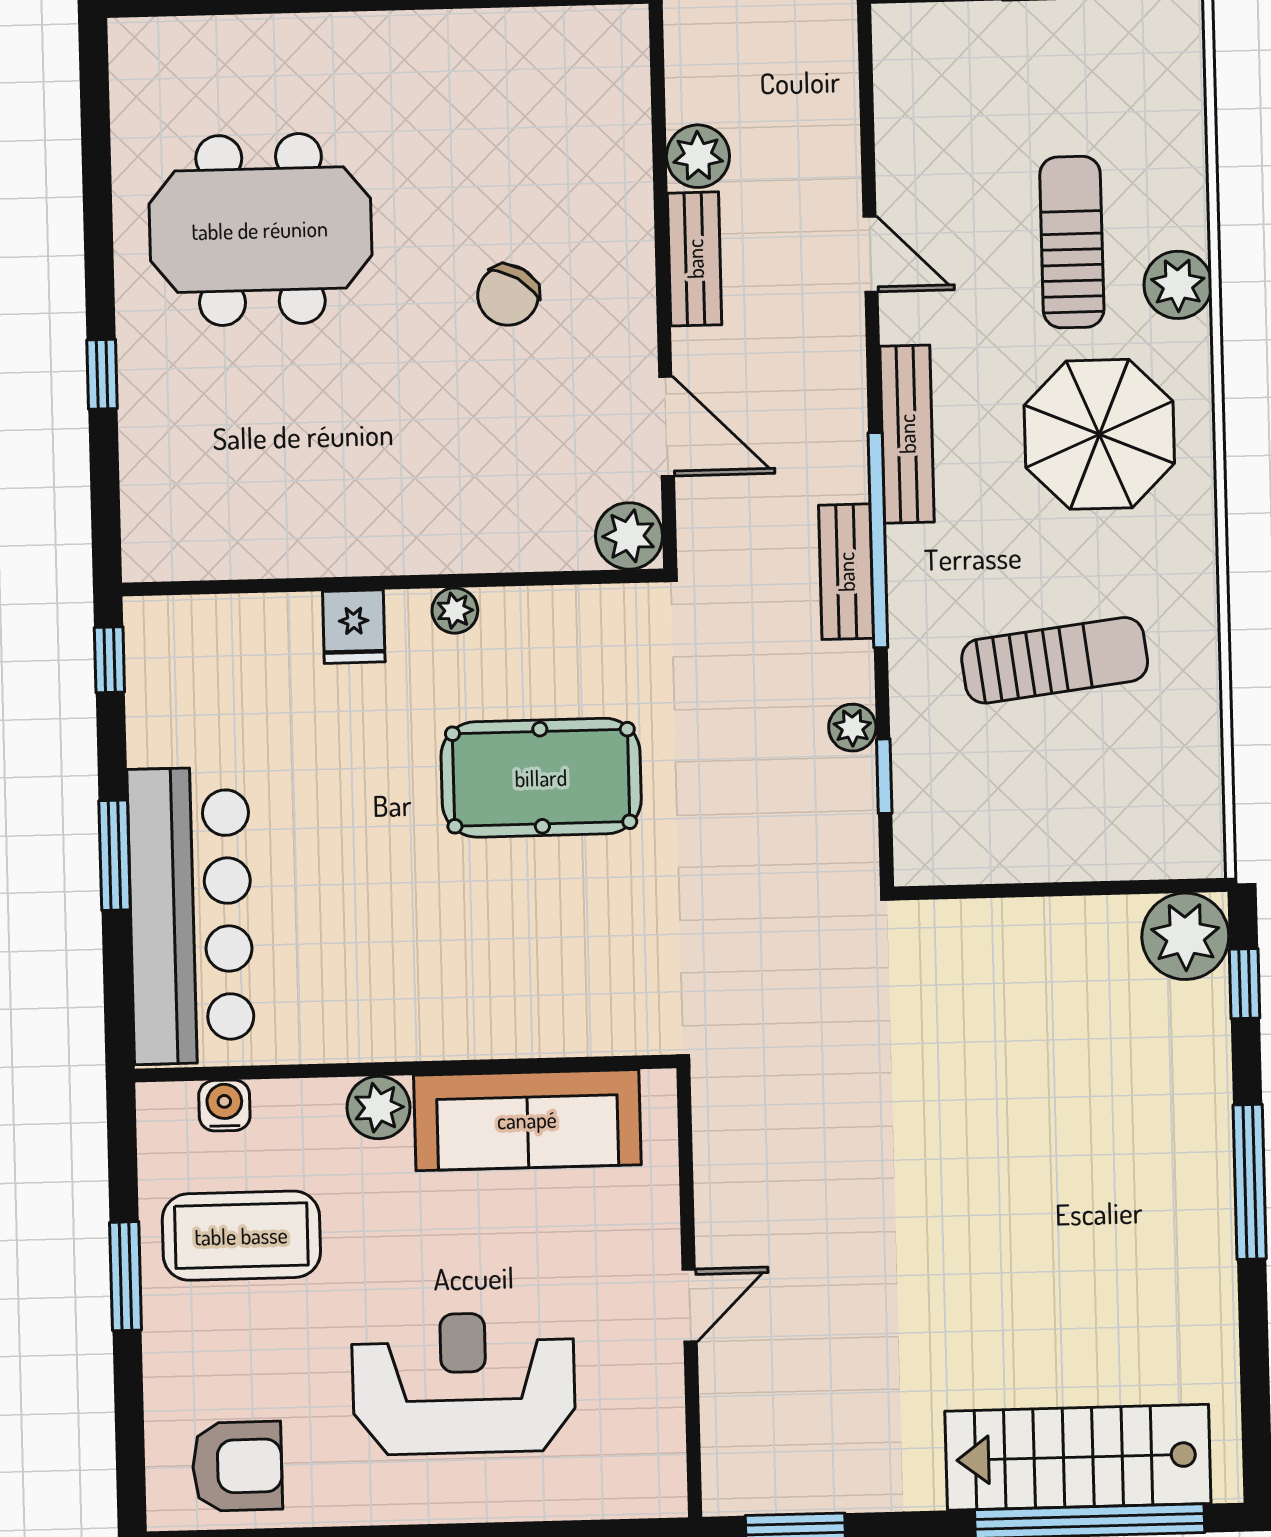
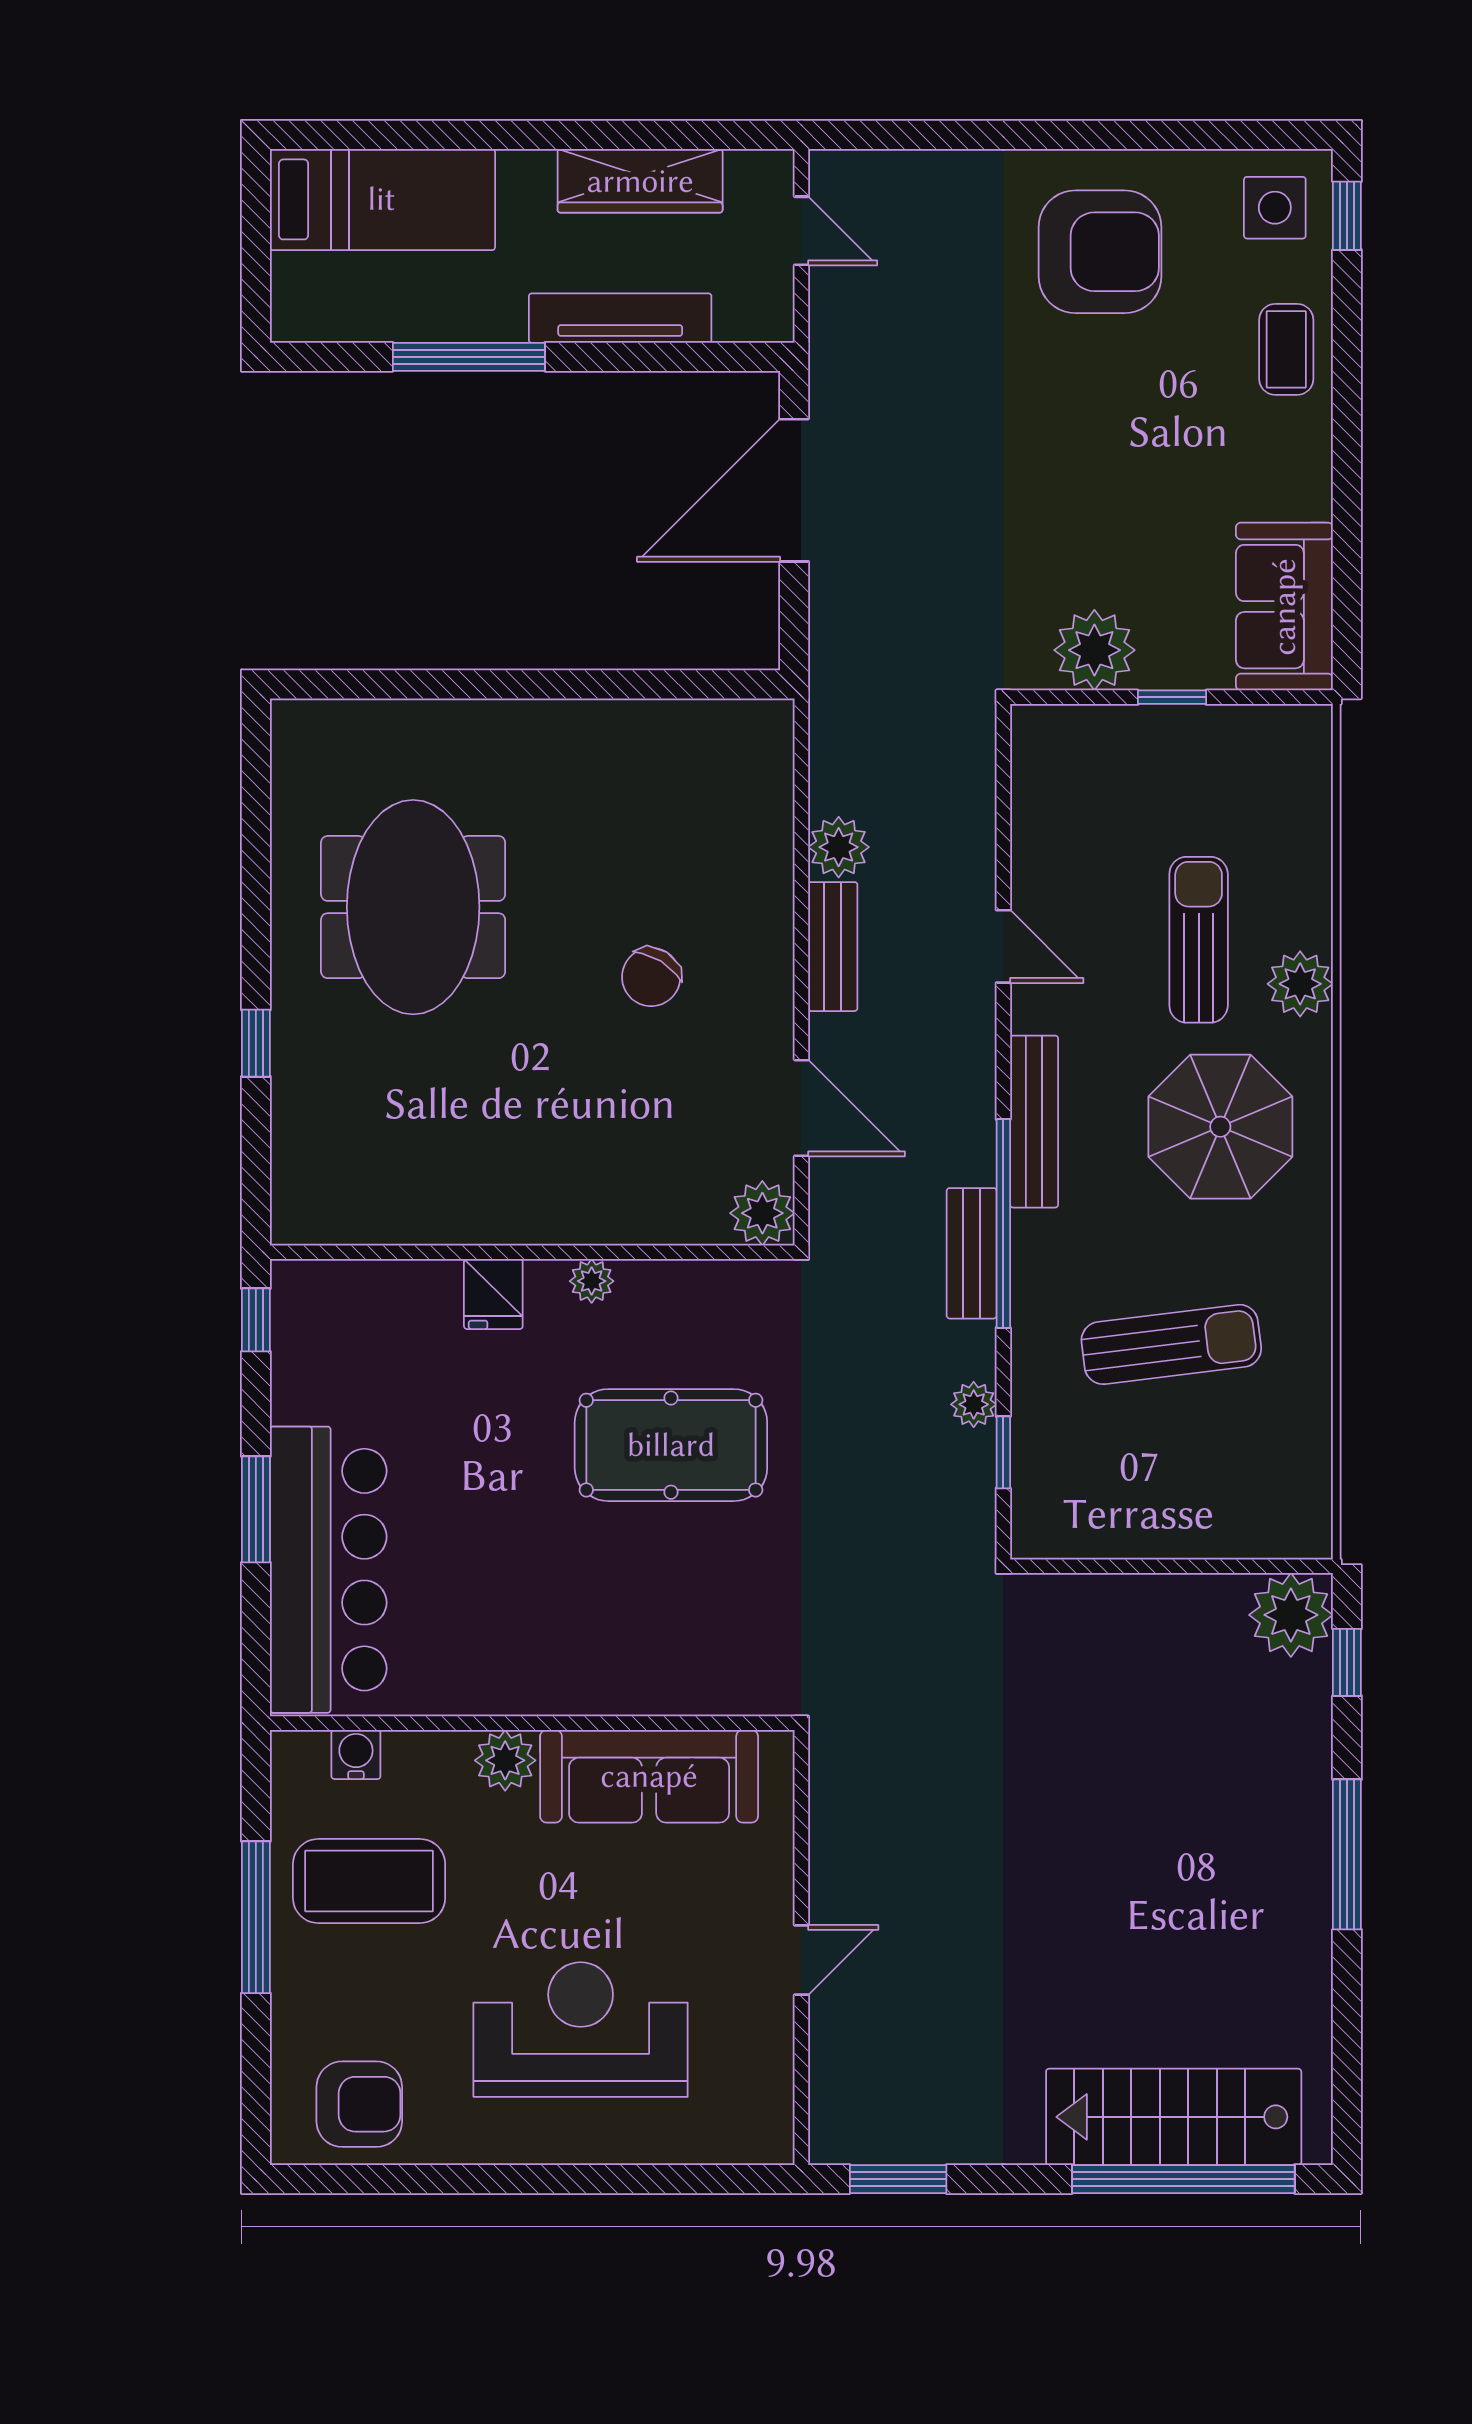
meeting table: (260, 230) -> (413, 907), turned 90
window: (126, 1276) -> (256, 1917), width x1.44

